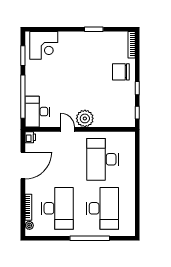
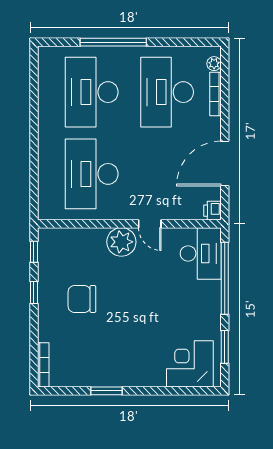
chair: (121, 72) -> (82, 299), moved, turned 180
desk: (103, 159) -> (92, 174), turned 180

